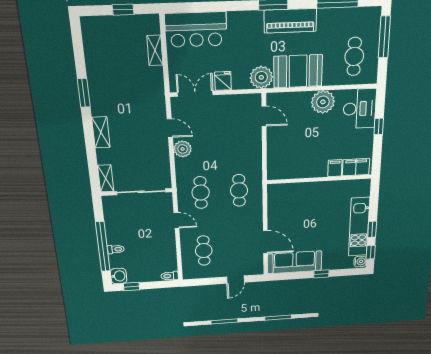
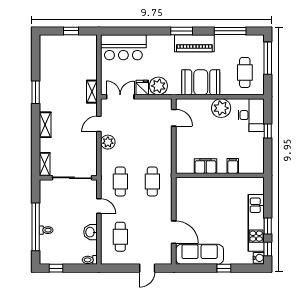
shelving: (155, 50) -> (92, 92), moved
plant: (261, 77) -> (158, 86), moved
door: (170, 128) -> (99, 124), swing flipped
filing cabinet: (356, 167) -> (205, 166), moved
washbasin: (119, 276) -> (90, 232), moved, turned 180

